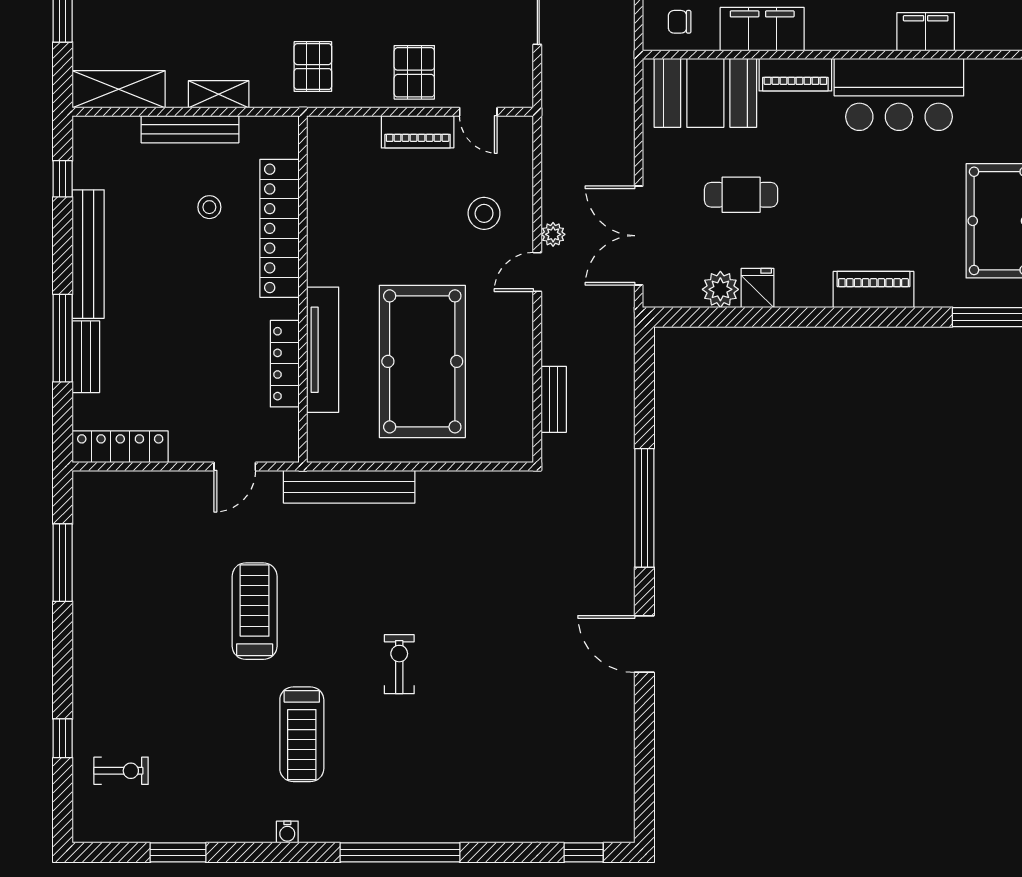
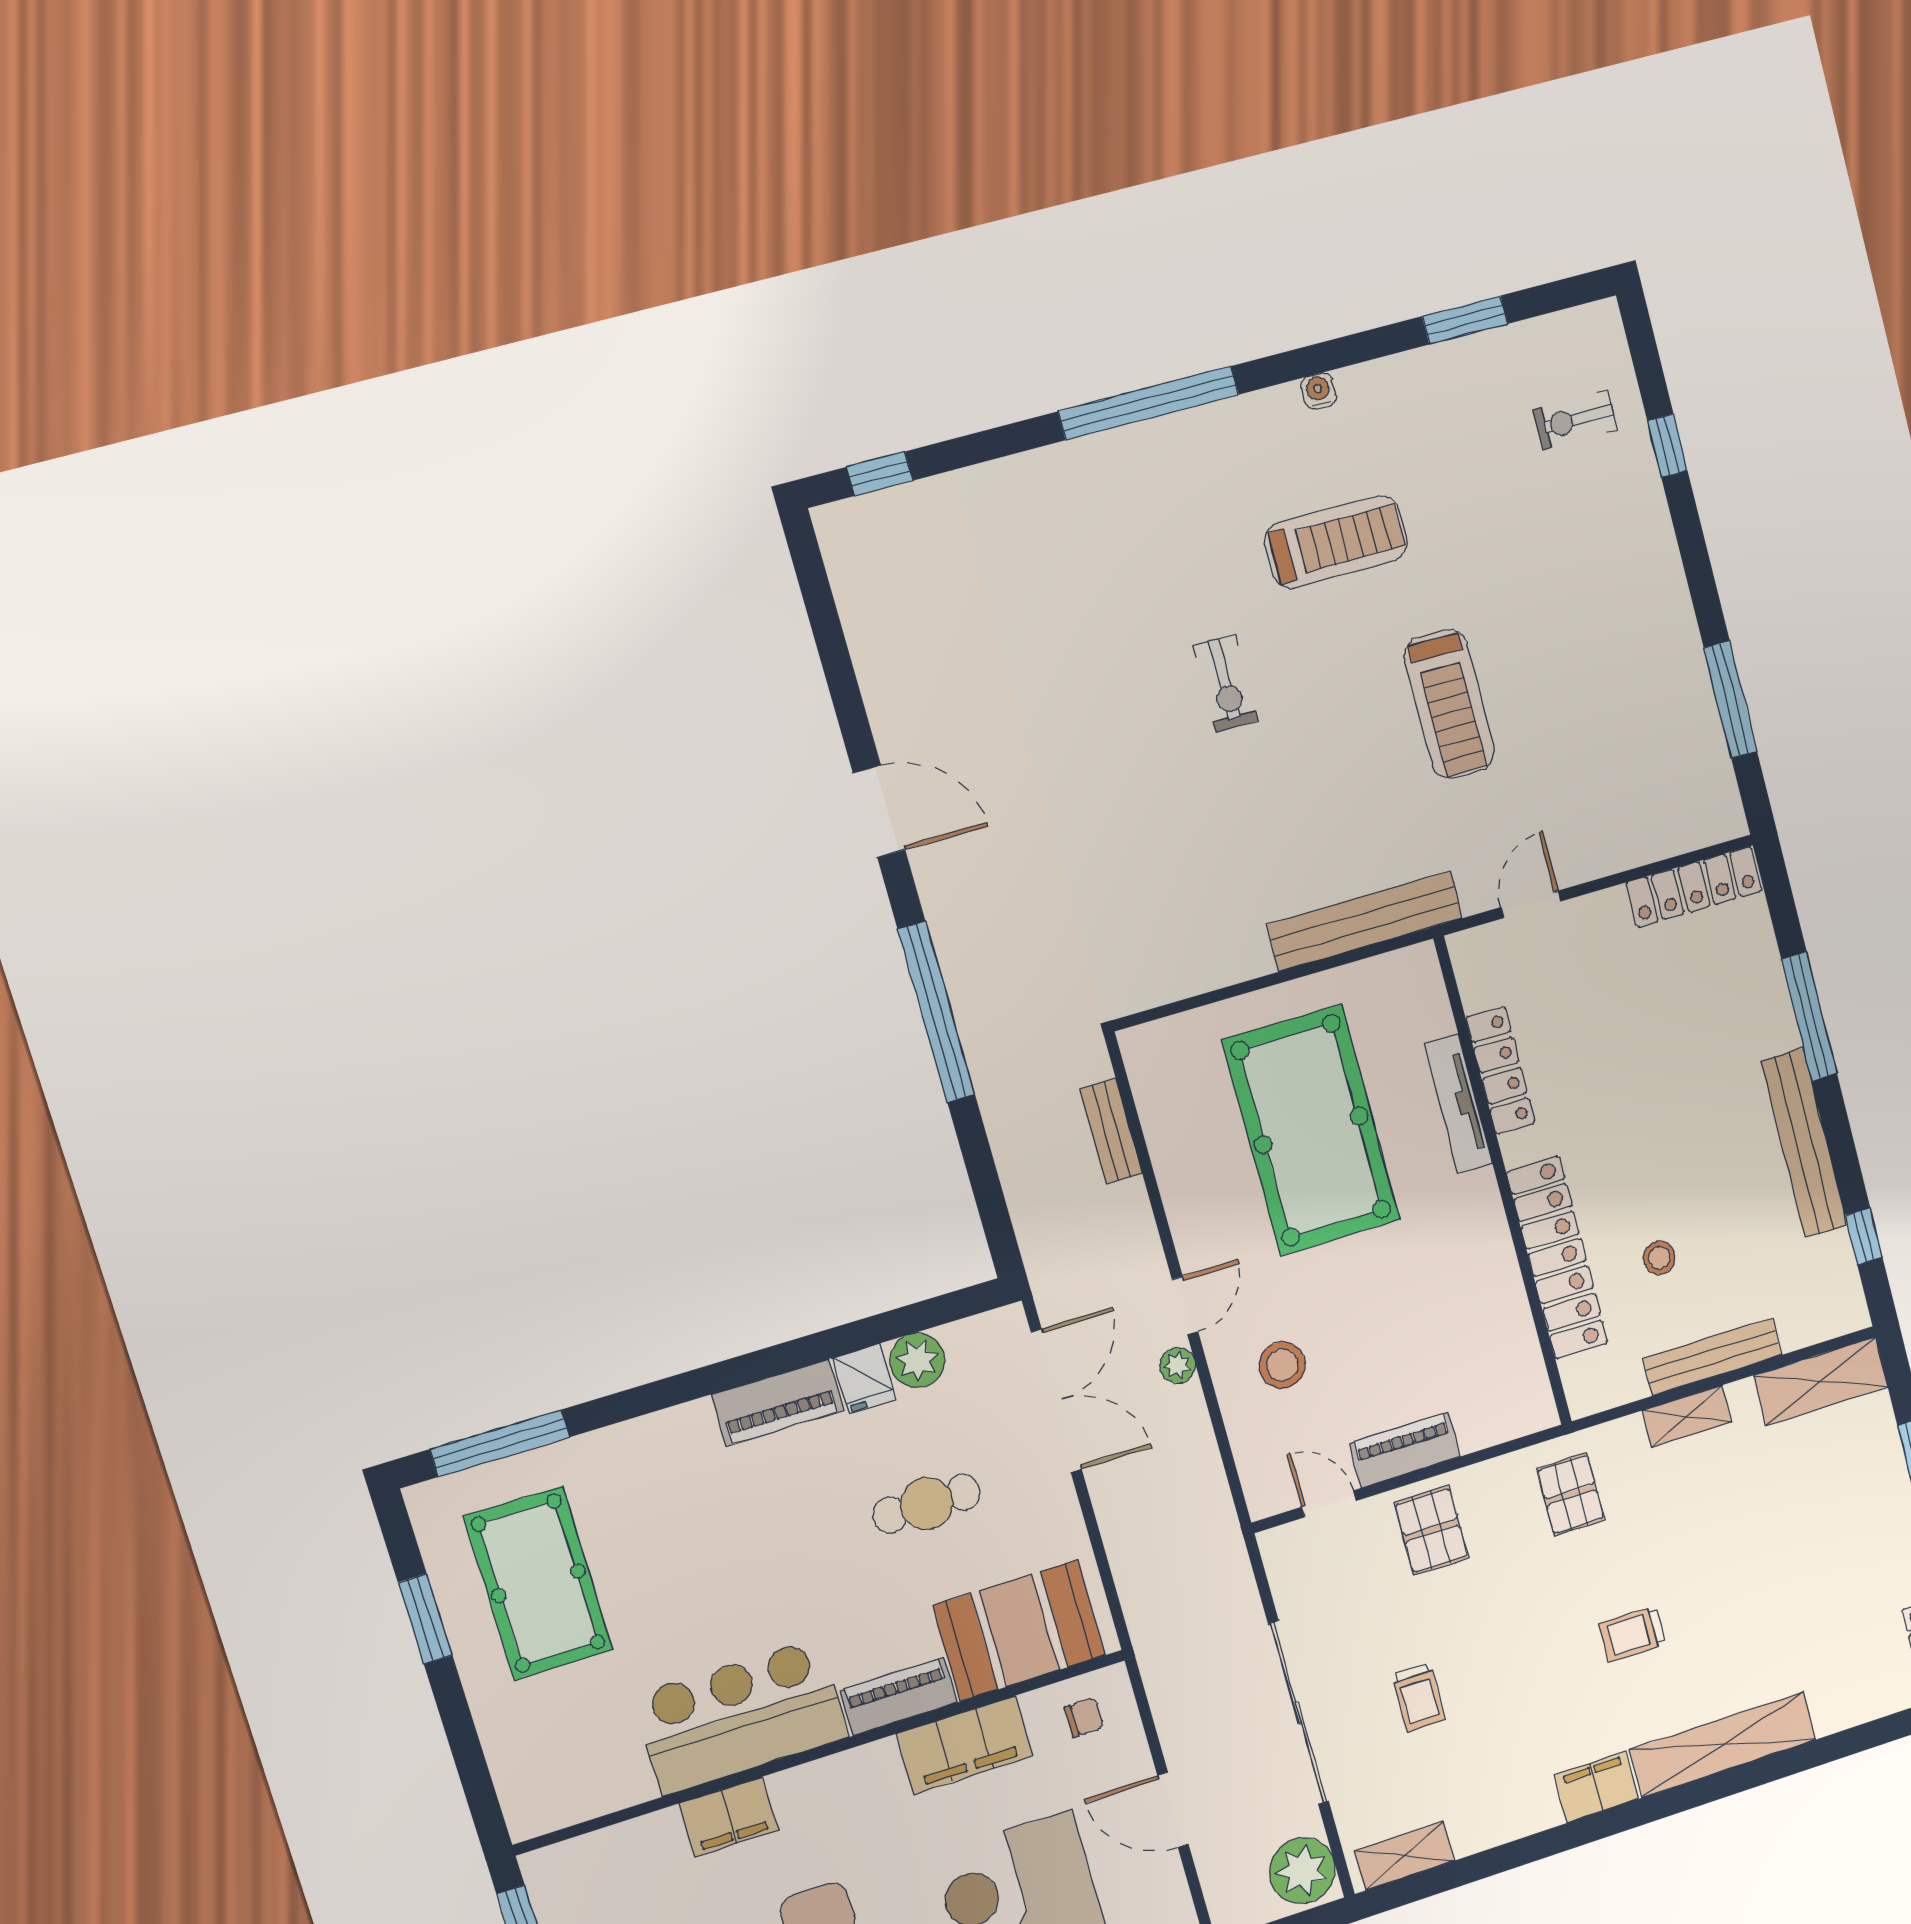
piano: (873, 289) -> (778, 1402), moved
tv unit: (323, 350) -> (1458, 1104), width x0.73, depth x0.78
bench: (86, 357) -> (1772, 1000), removed
treadmill: (302, 734) -> (1336, 542), turned 90

